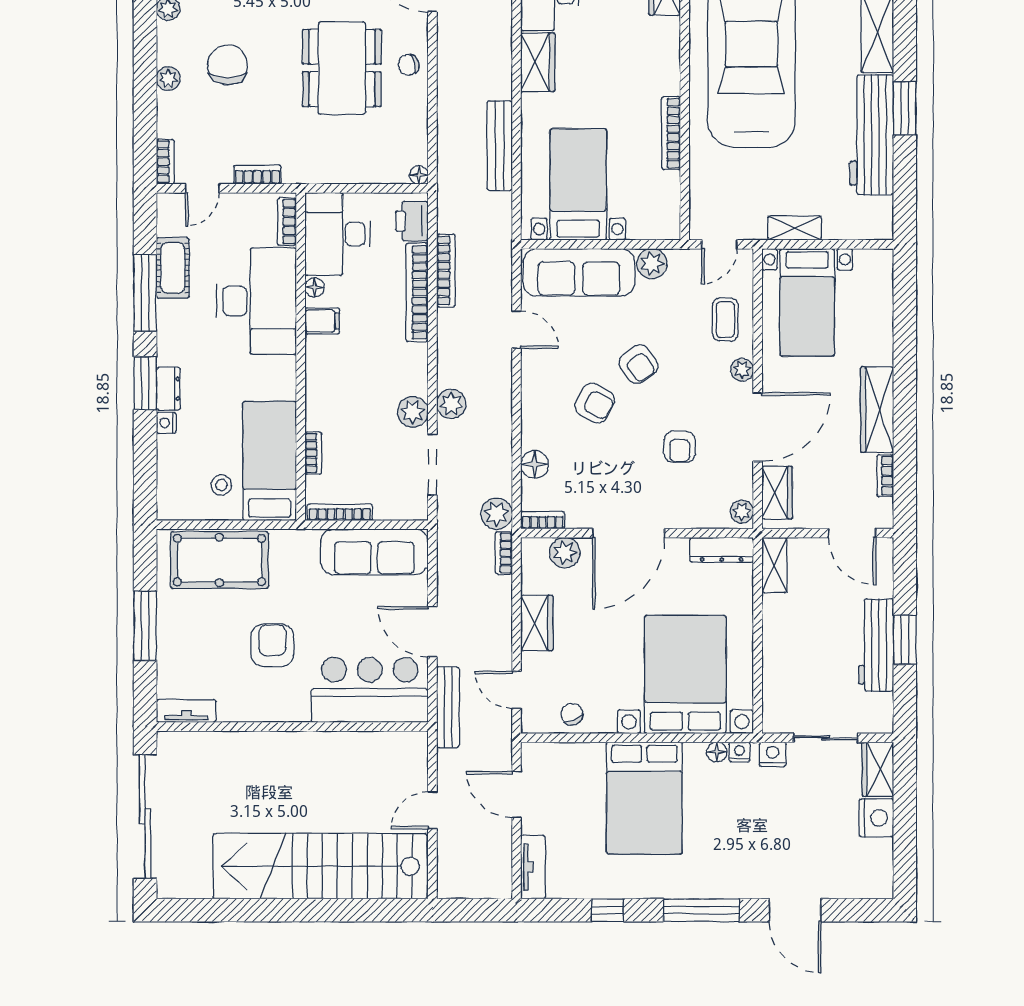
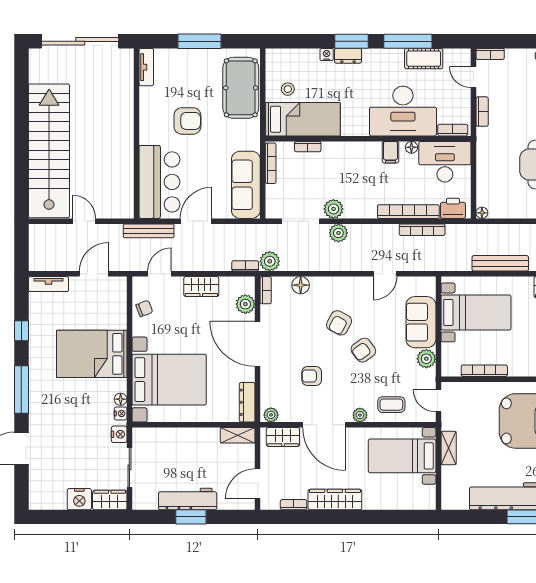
bookcase: (671, 133) -> (484, 371), moved
sofa: (579, 272) -> (421, 322), width x0.73

